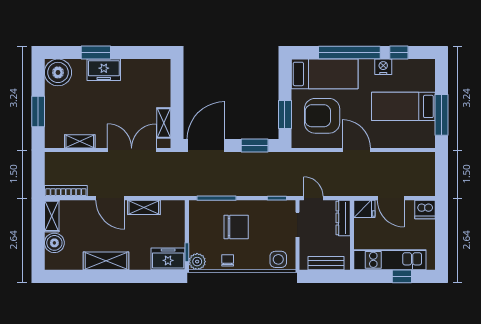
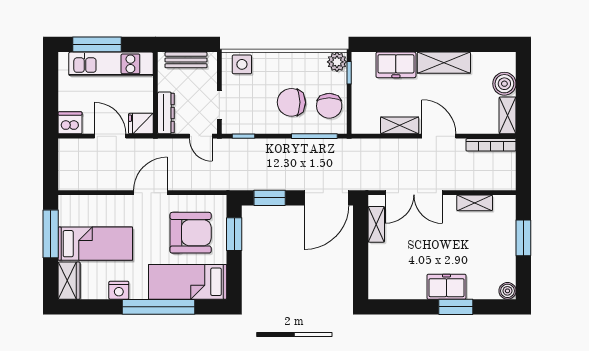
window: (399, 53) -> (101, 307), removed
boiler: (58, 72) -> (507, 291), width x0.54, depth x0.54
wardrobe: (426, 75) -> (69, 281), added
door: (356, 150) -> (150, 193), swing flipped
freezer: (168, 259) -> (396, 65), moved
chair: (228, 260) -> (329, 106), moved, width x1.87, depth x1.87
window: (402, 276) -> (97, 44), width x2.17

